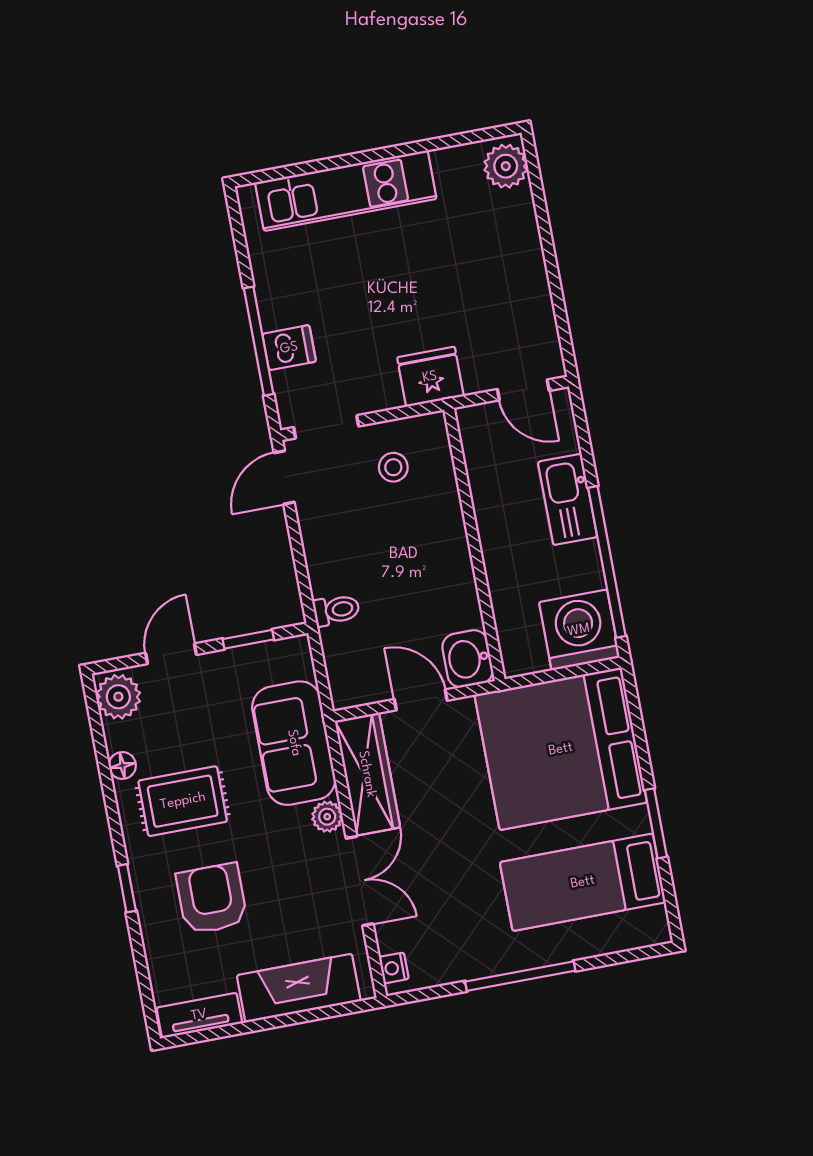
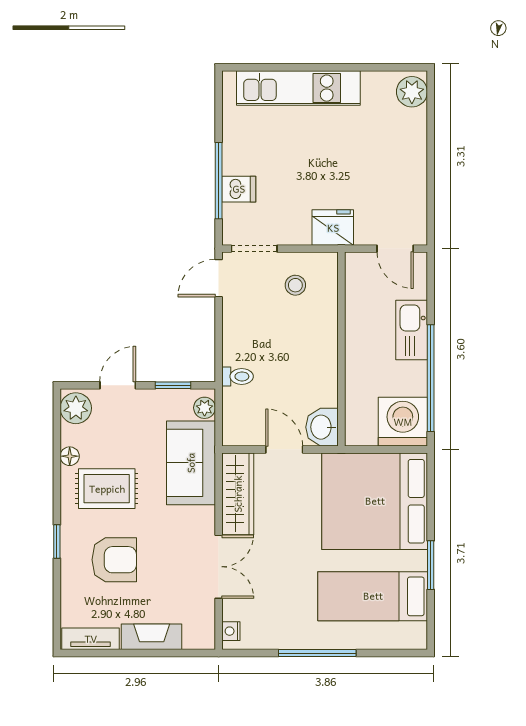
plant: (327, 817) -> (205, 408), moved
armchair: (212, 899) -> (114, 560), turned 90
fireplace: (299, 988) -> (152, 637), width x0.73, depth x0.76

